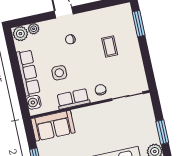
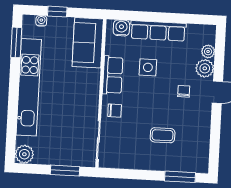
plant: (20, 34) -> (205, 68), moved
window: (162, 132) -> (65, 171), moved

